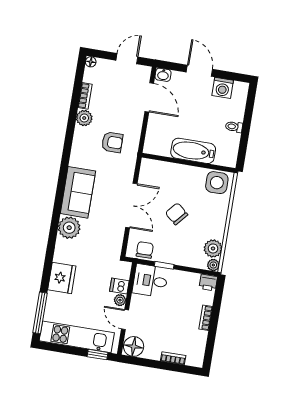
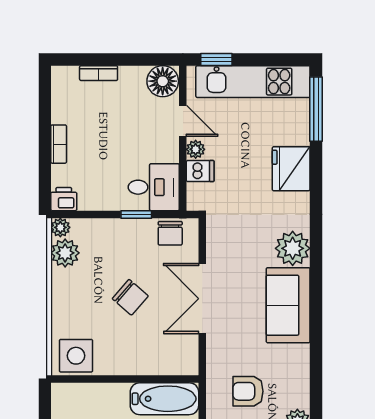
bathtub: (193, 151) -> (164, 399), moved

